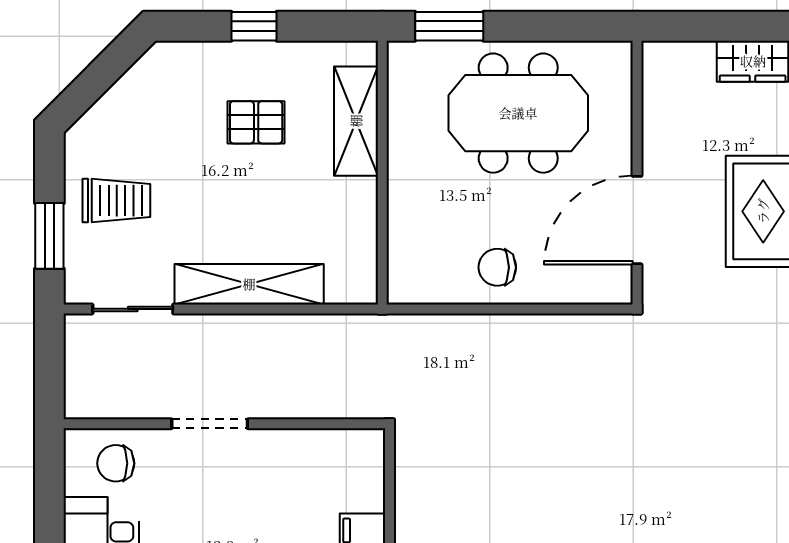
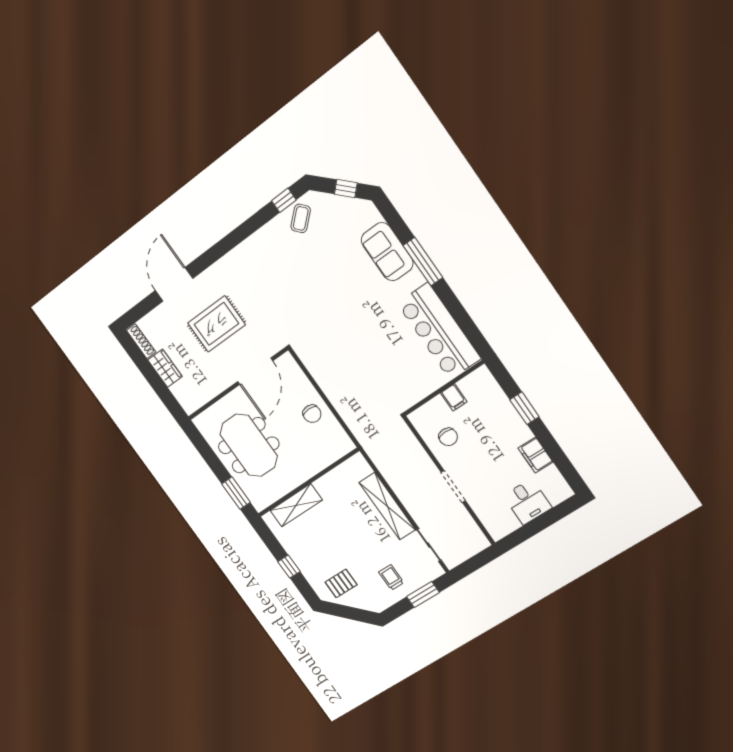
pallet: (256, 122) -> (341, 583), moved, turned 90
trolley: (116, 201) -> (391, 577), width x0.73, depth x0.72
door: (637, 220) -> (255, 371), hinge flipped
chair: (116, 463) -> (448, 437), moved

